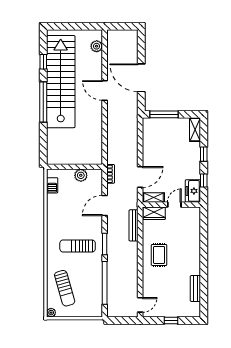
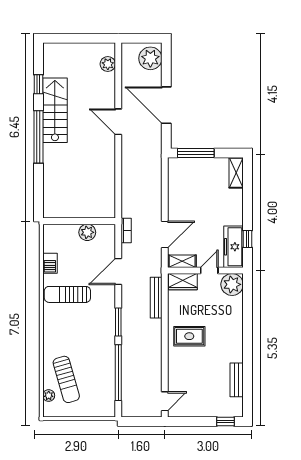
plant: (129, 42) -> (150, 58), added
stairs: (61, 82) -> (55, 110), width x0.54, depth x0.66
window: (204, 154) -> (247, 205), removed
barbecue: (52, 185) -> (50, 263), moved
freezer: (193, 191) -> (233, 247), width x1.40
plant: (192, 215) -> (232, 284), added
sun lounger: (78, 246) -> (67, 294), moved
rug: (159, 255) -> (189, 336), turned 90
plant: (51, 313) -> (49, 396), moved
window: (171, 320) -> (225, 422), moved

